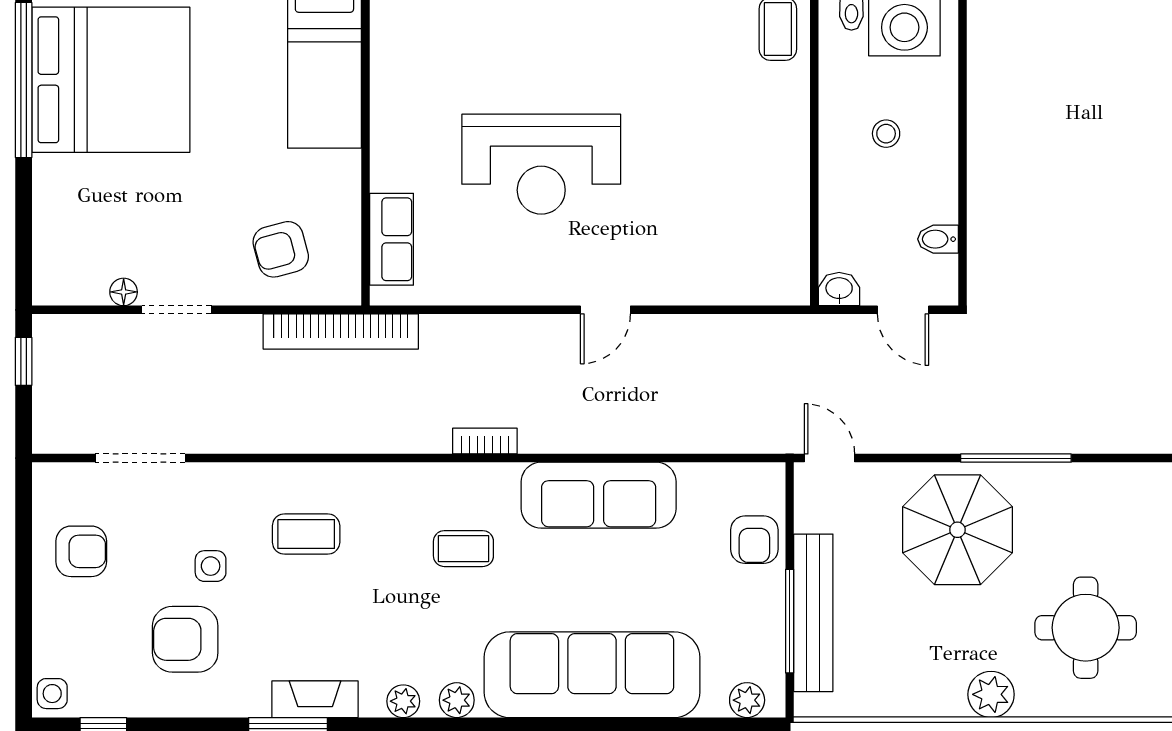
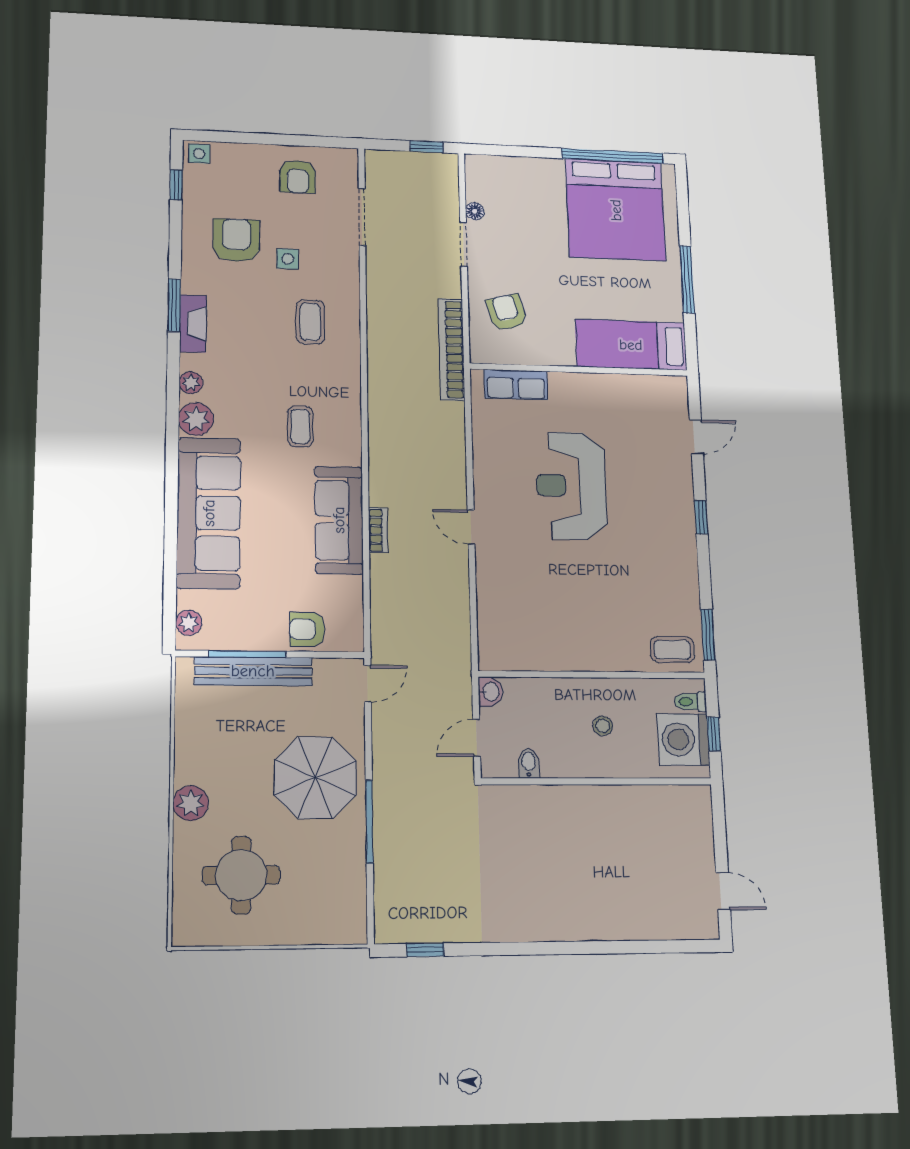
bookcase: (485, 441) -> (378, 530), moved
plant: (457, 700) -> (196, 419), width x1.38, depth x1.38

